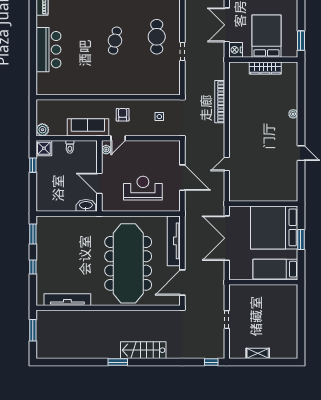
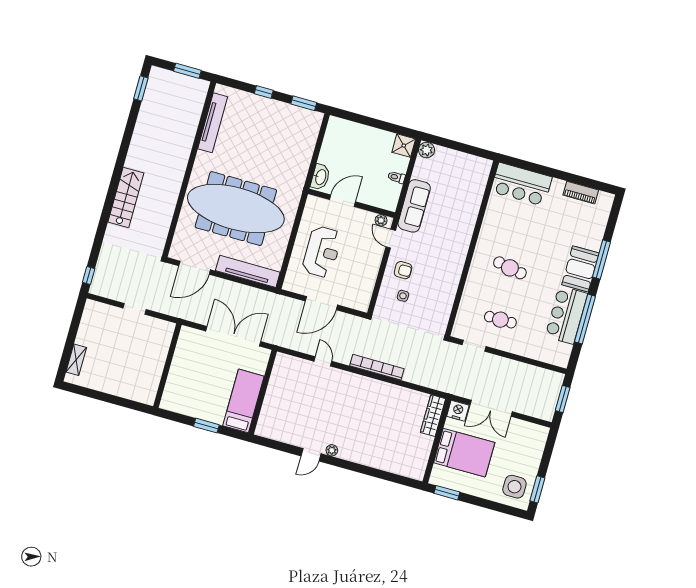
double door: (227, 25) -> (491, 408), swing flipped
cafe table: (157, 37) -> (500, 320), width x0.73, depth x0.74
wardrobe: (265, 68) -> (433, 416), moved
wall: (108, 97) -> (472, 248), moved
bookcase: (220, 102) -> (377, 367), moved
plant: (293, 114) -> (332, 450), moved
armchair: (123, 115) -> (403, 270), moved
window: (33, 165) -> (387, 126), removed
bed: (274, 227) -> (243, 401), width x0.49
bed: (275, 269) -> (179, 385), removed
door: (182, 282) -> (195, 268), swing flipped
shelving: (258, 353) -> (76, 360), moved
window: (118, 362) -> (141, 88), moved

